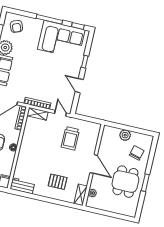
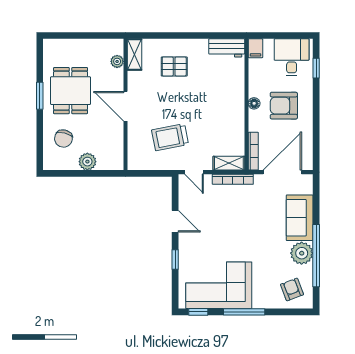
trolley: (70, 138) -> (170, 137), turned -101

